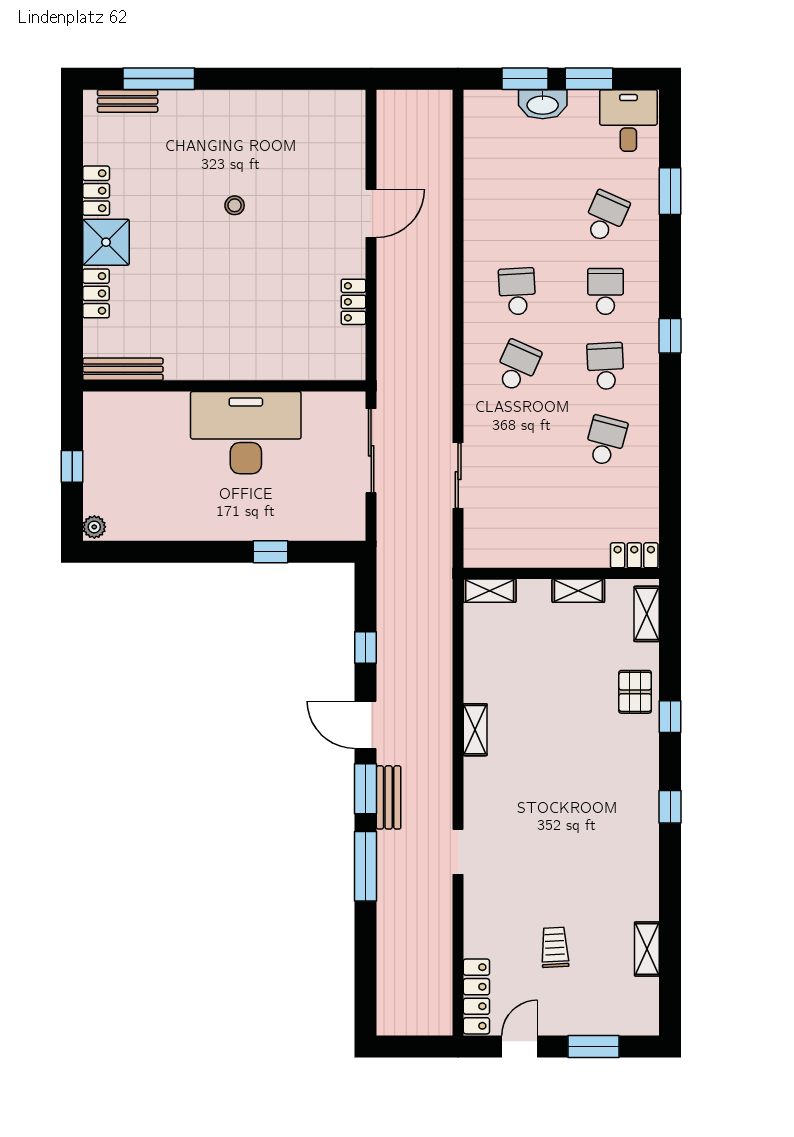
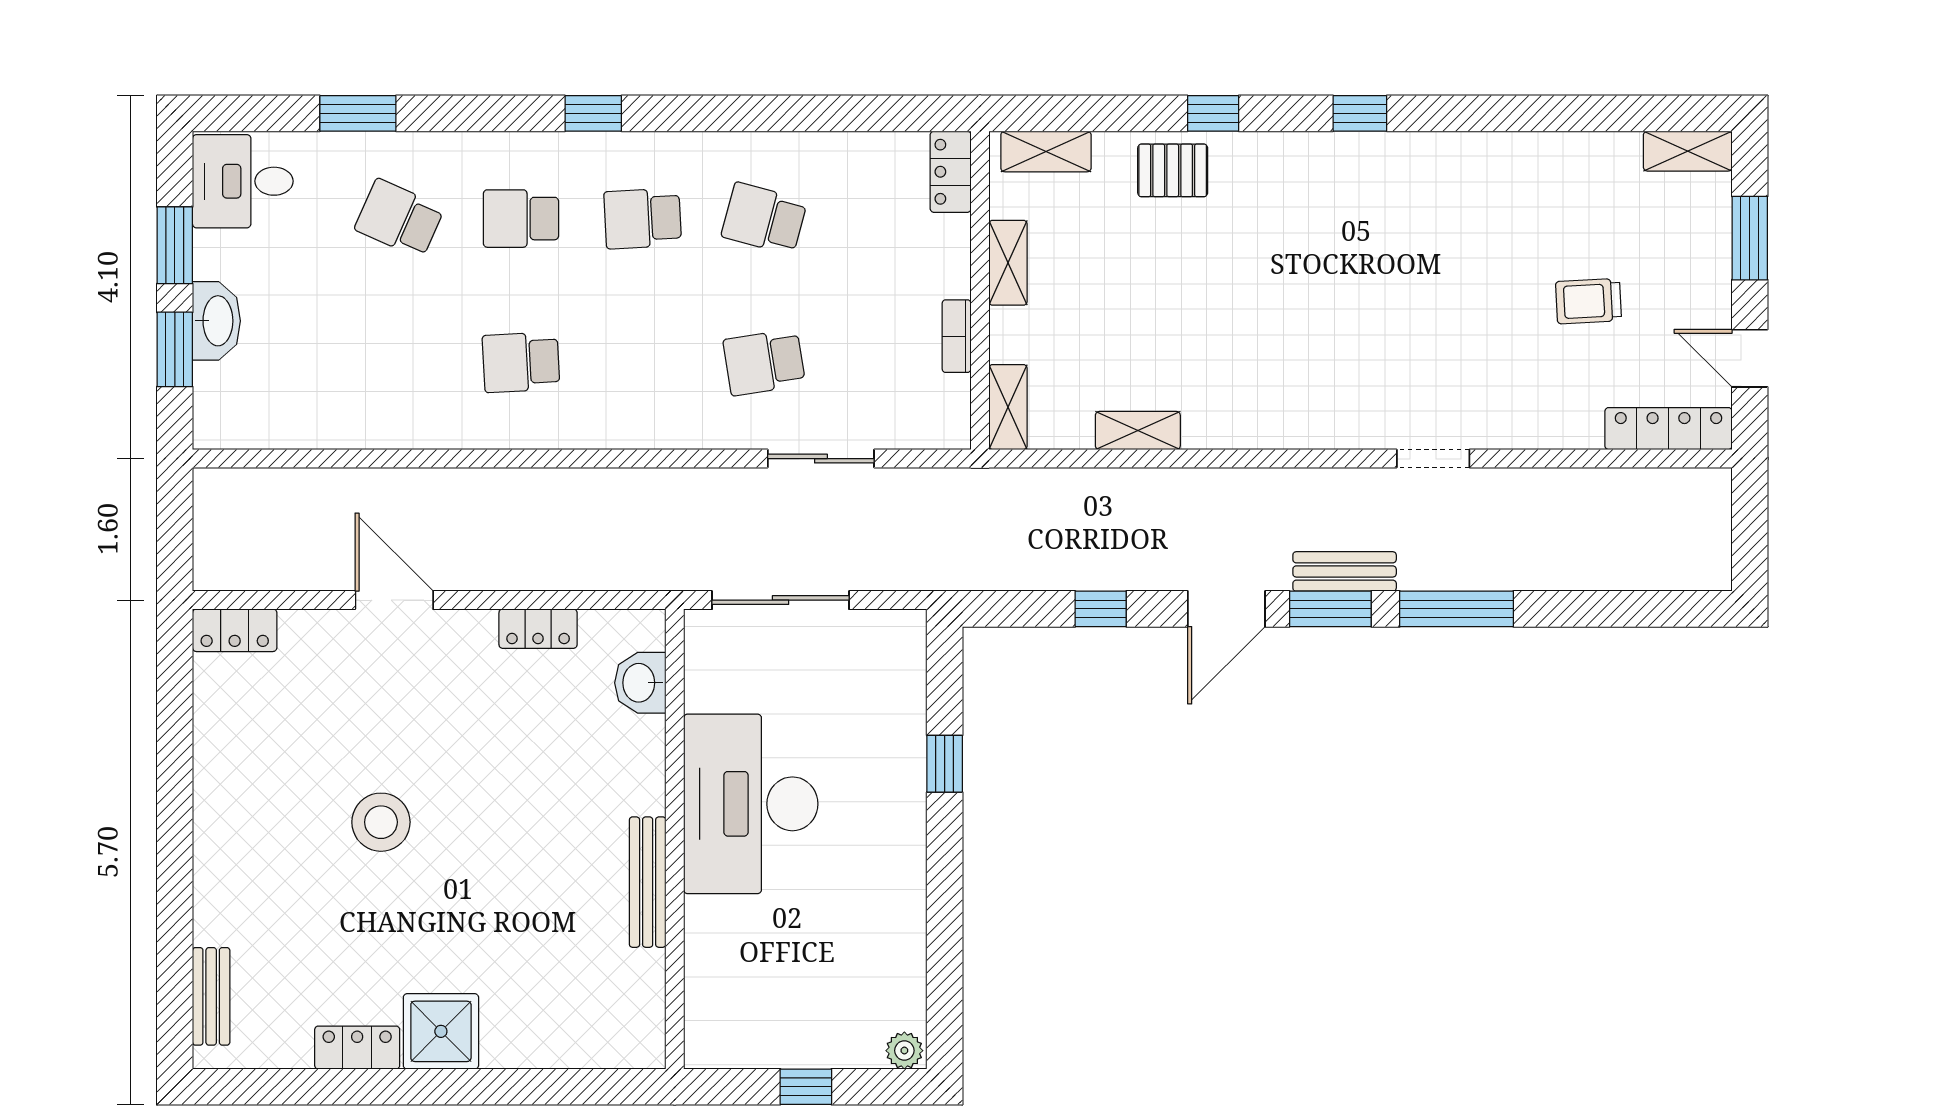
window: (159, 79) -> (175, 945), removed
stool: (235, 205) -> (381, 822), width x1.89, depth x1.89
locker: (96, 293) -> (235, 630), moved, turned 180
washbasin: (320, 365) -> (640, 683), added
school desk: (517, 366) -> (764, 362), moved, turned -33
bench: (123, 369) -> (648, 882), moved
bookcase: (533, 559) -> (957, 336), added
shelving: (475, 730) -> (1138, 431), moved
shelving: (647, 949) -> (1688, 151), moved

